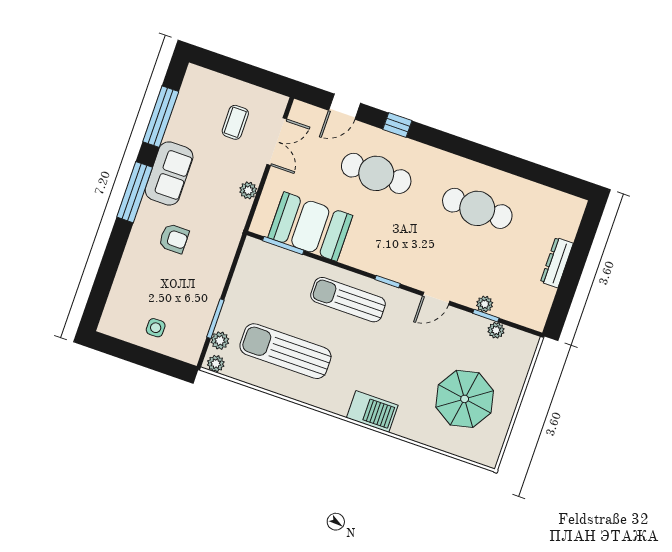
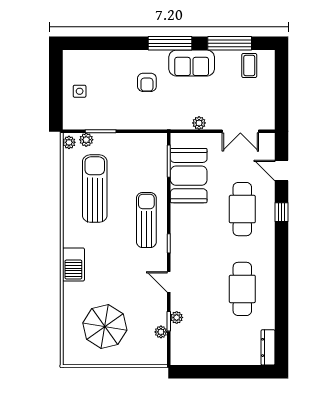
coffee table: (235, 122) -> (249, 66), moved, turned 90
dresser: (557, 263) -> (268, 347), moved, turned -90

